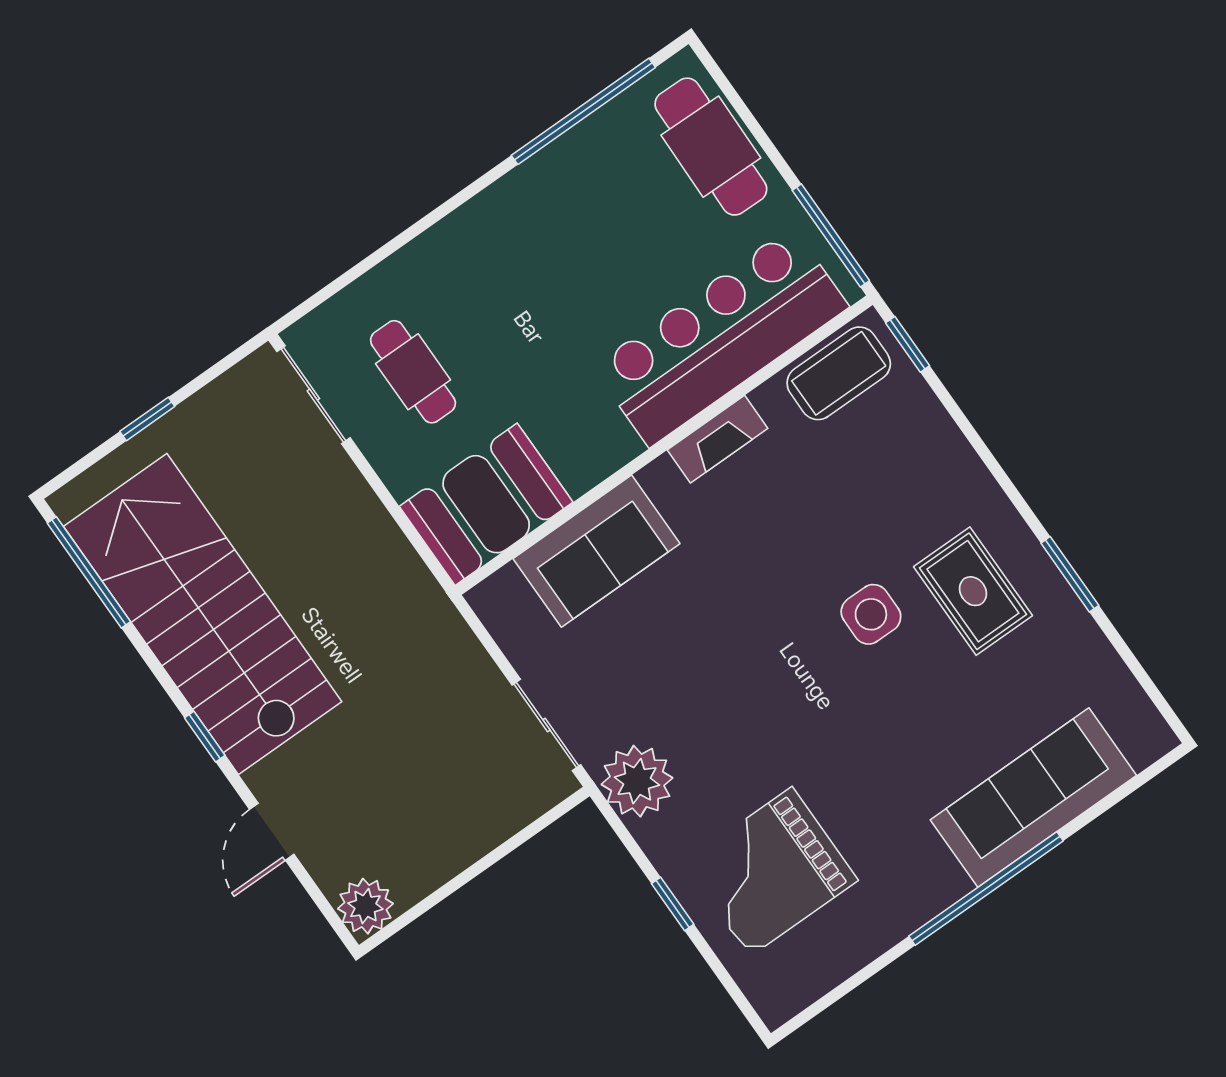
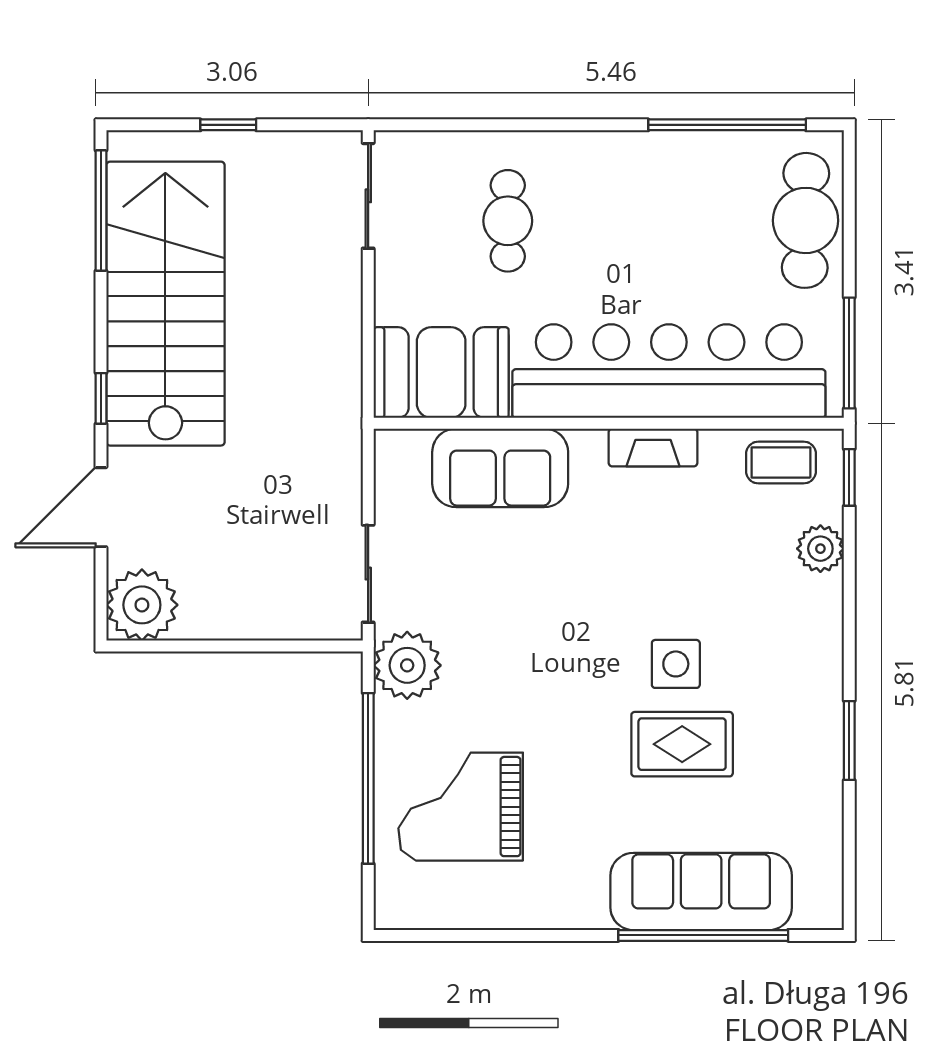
bar counter: (721, 337) -> (669, 371), width x1.36
cafe table: (413, 372) -> (508, 221), moved
coffee table: (839, 373) -> (781, 463), width x0.73, depth x0.77
plant: (926, 424) -> (820, 549), added
rug: (973, 591) -> (682, 744), moved, turned 90
door: (272, 832) -> (101, 507), width x1.38
window: (986, 888) -> (703, 935), moved
window: (673, 904) -> (368, 778), width x3.17
plant: (365, 906) -> (142, 605), width x1.36, depth x1.36

